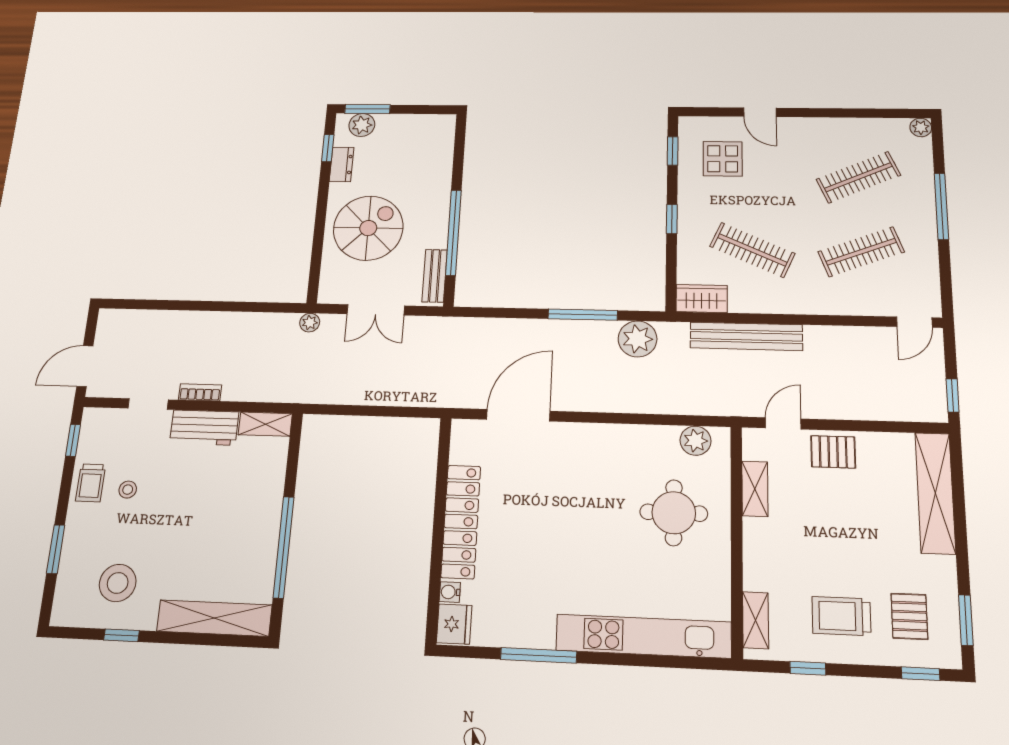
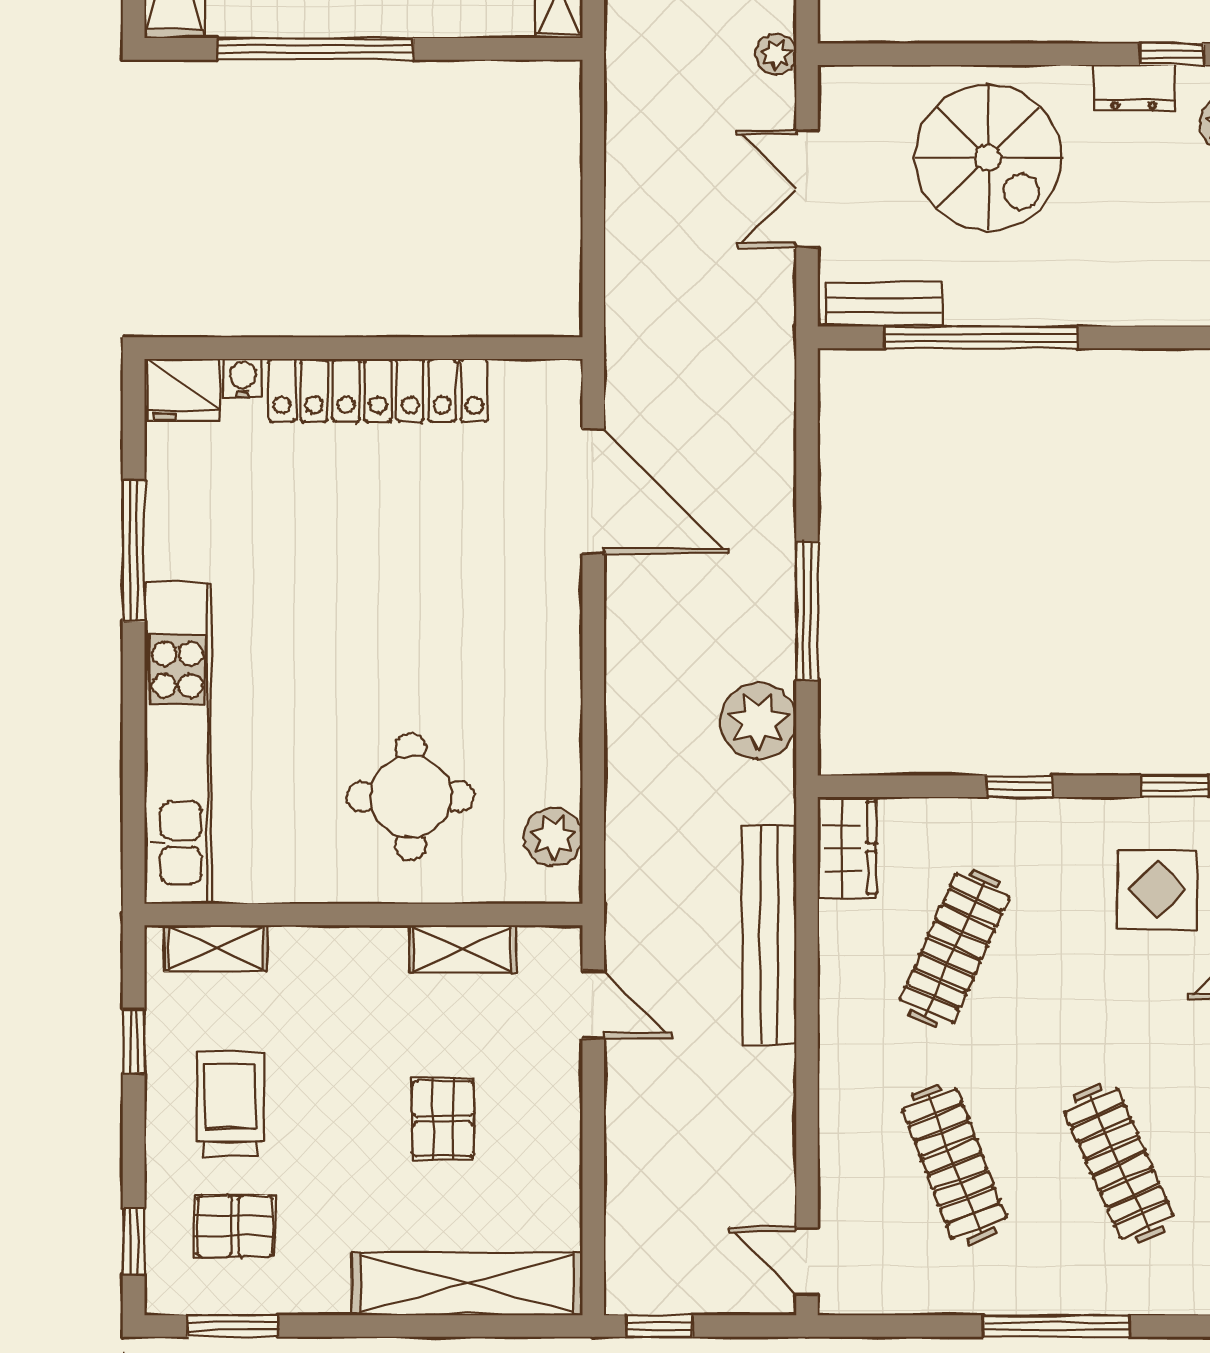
pallet: (833, 452) -> (443, 1119), moved

